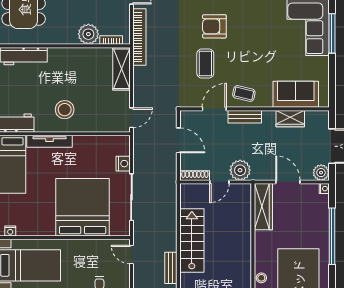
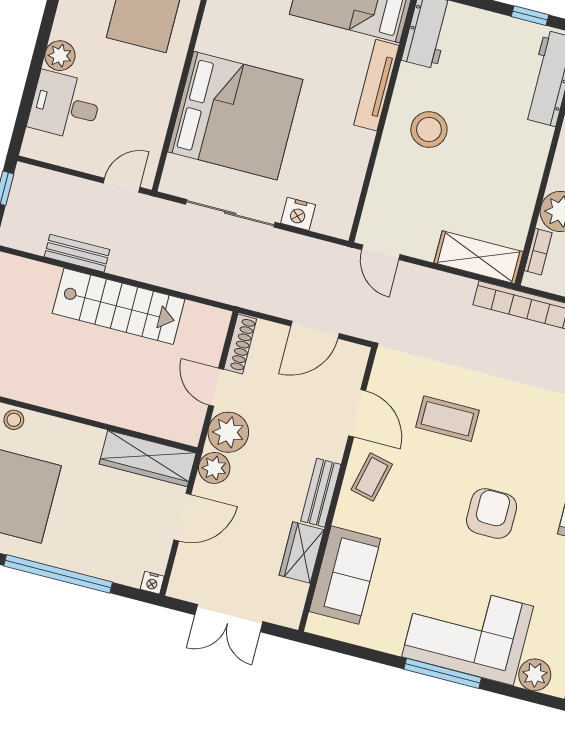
armchair: (214, 26) -> (492, 513), moved
bench: (245, 117) -> (321, 493), moved
plant: (321, 173) -> (214, 468), moved

